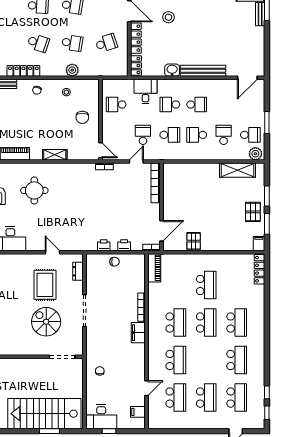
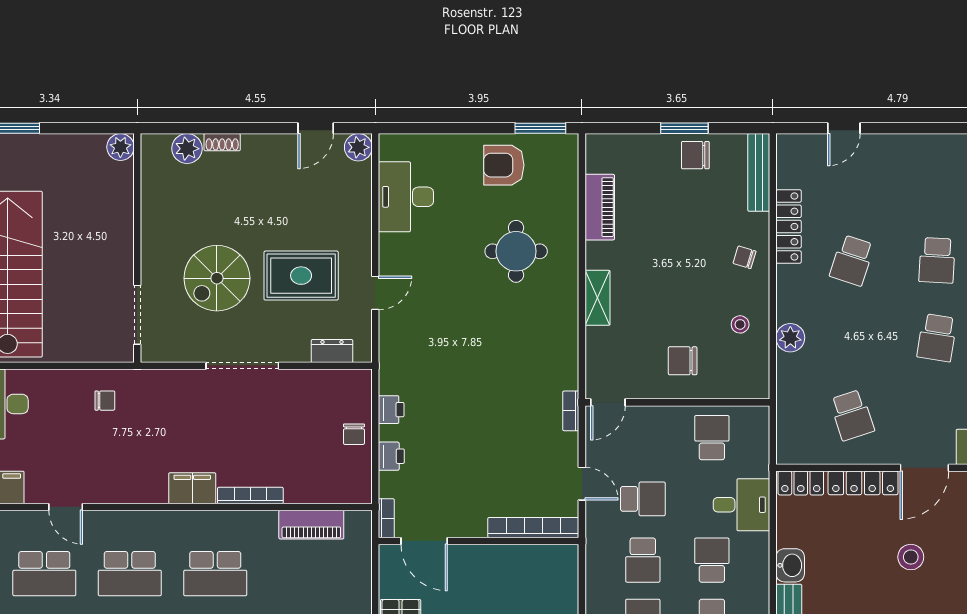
school desk: (72, 43) -> (852, 338), removed
piano: (154, 268) -> (311, 525), moved
spiral stairs: (46, 322) -> (217, 278), turned 180

